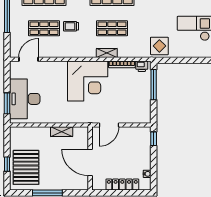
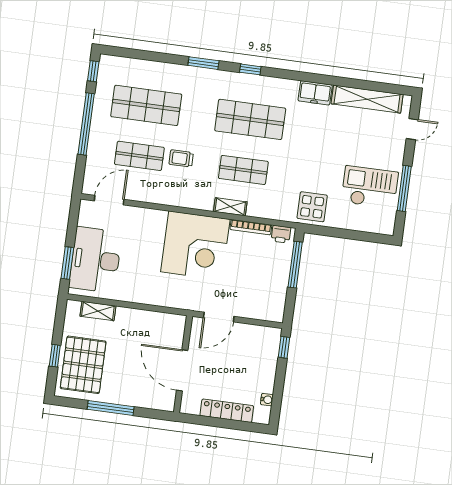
shelving: (62, 132) -> (98, 311), moved

